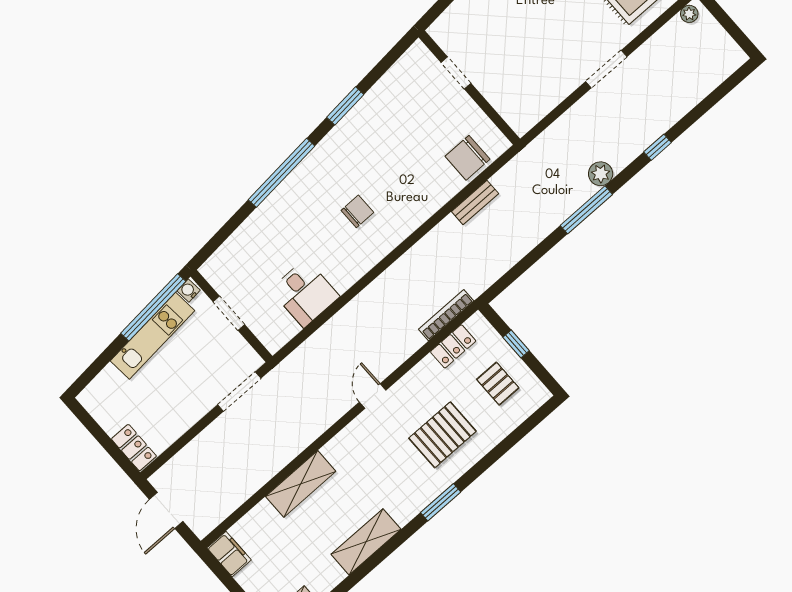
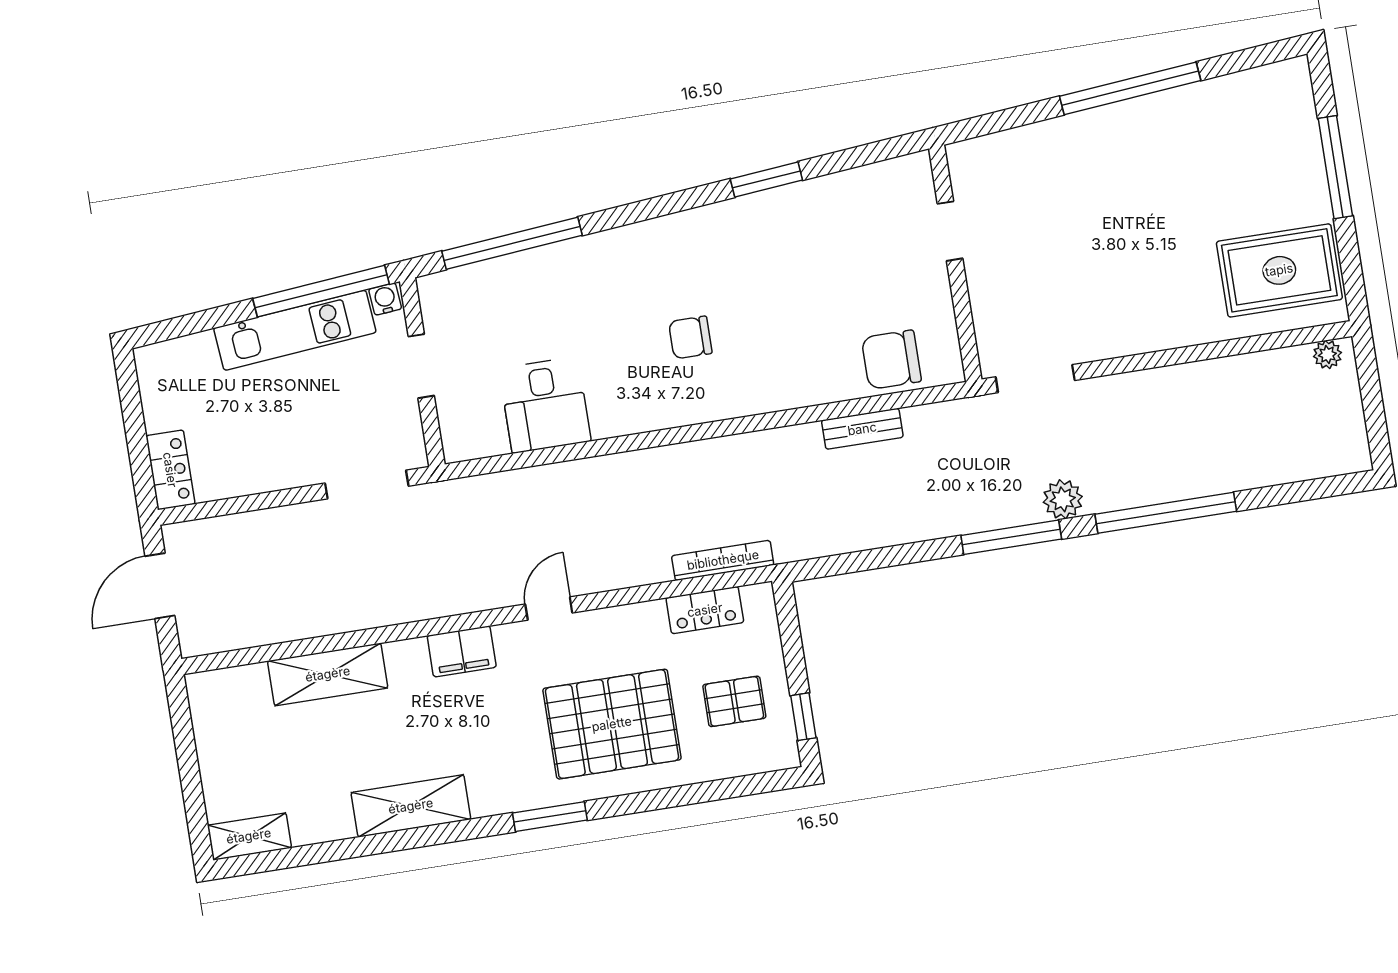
doorway: (606, 69) -> (1035, 379), moved
window: (658, 147) -> (1166, 513), width x3.17
window: (281, 173) -> (512, 243), moved
chair: (357, 211) -> (690, 337), turned 180
window: (516, 344) -> (803, 717), moved
pallet: (498, 384) -> (734, 701), turned 90
pallet: (442, 435) -> (612, 724), width x1.37, depth x1.41
shelving: (301, 484) -> (328, 674), moved
filing cabinet: (229, 554) -> (462, 651), moved, turned 90

